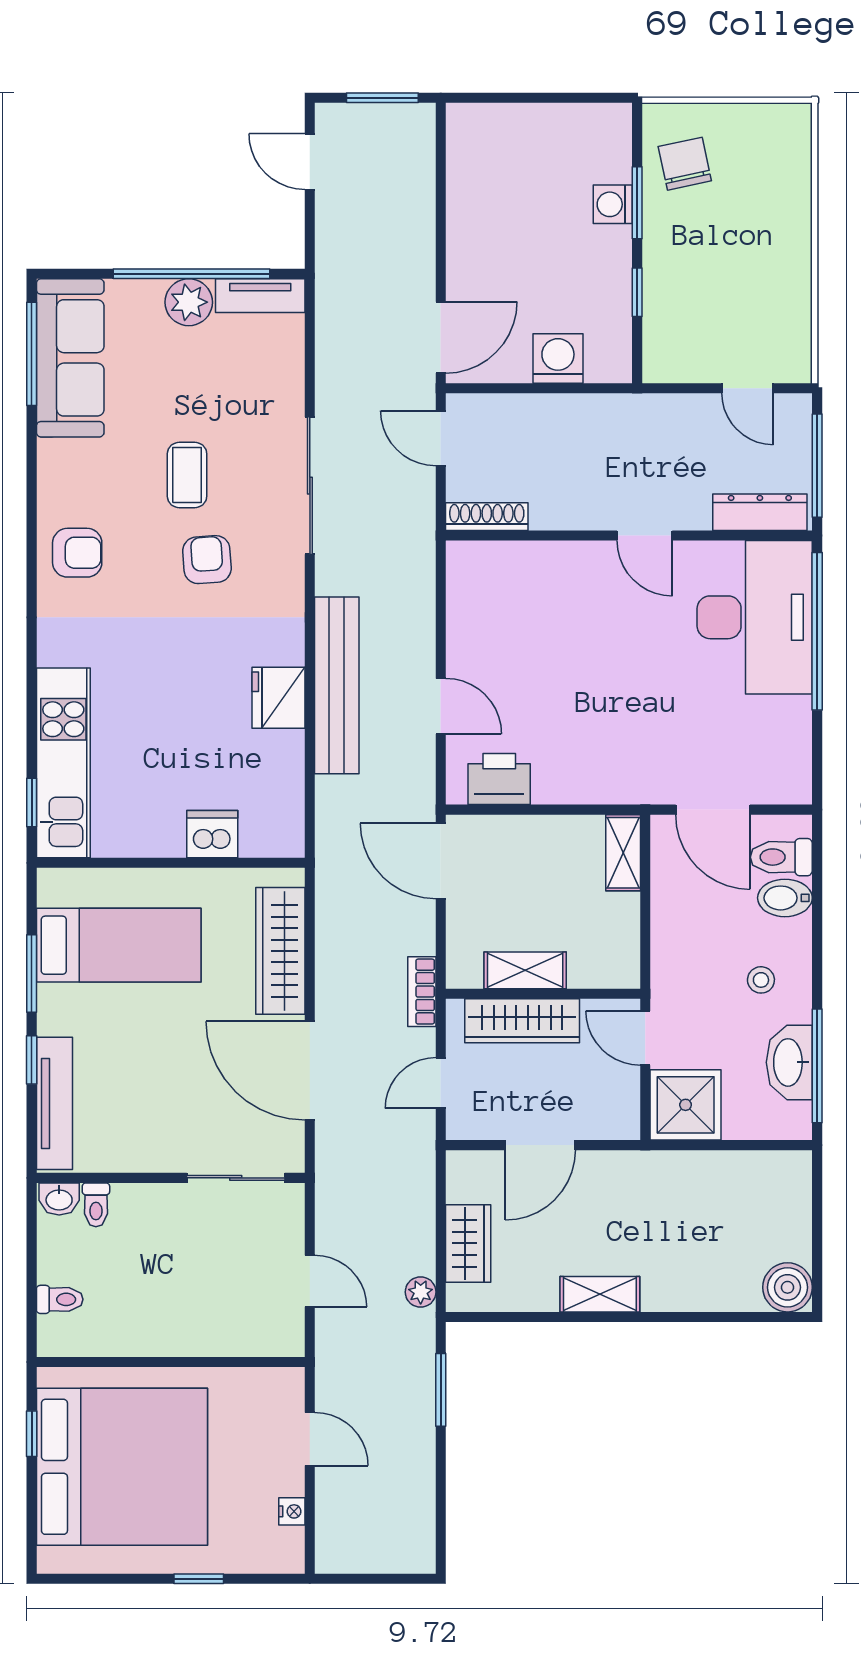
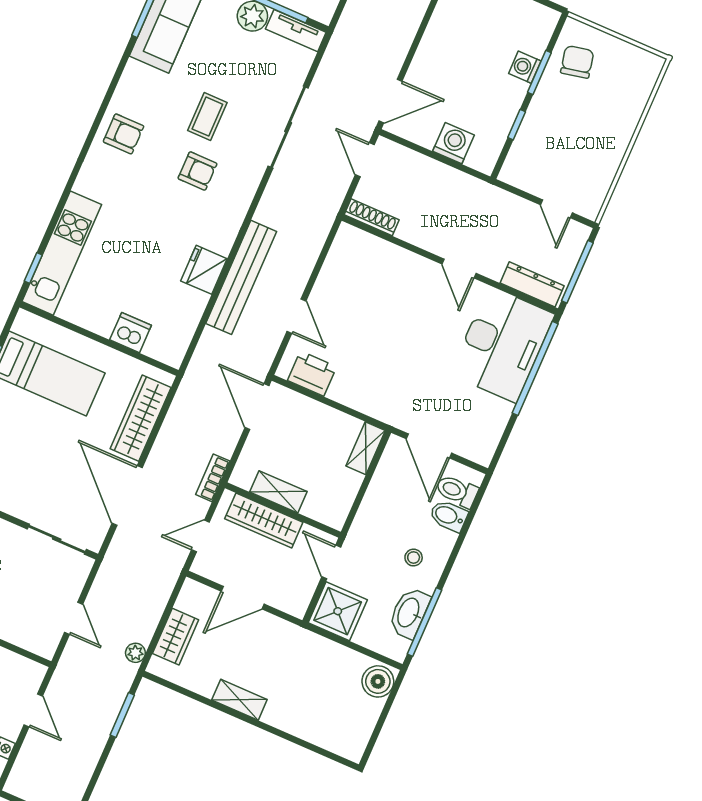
sliding door: (310, 486) -> (288, 127), moved
armchair: (207, 560) -> (197, 171), turned 94
boiler: (788, 1287) -> (378, 681), moved

